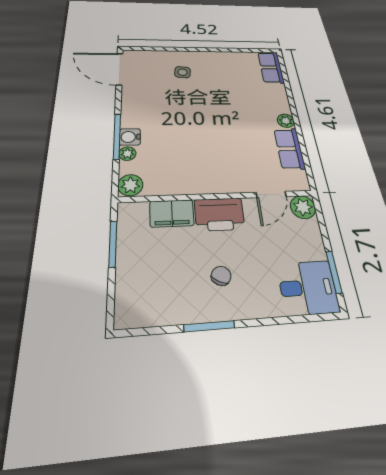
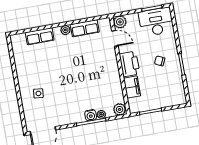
row of seats: (271, 67) -> (40, 36), moved
desk: (308, 287) -> (156, 22), width x1.37

